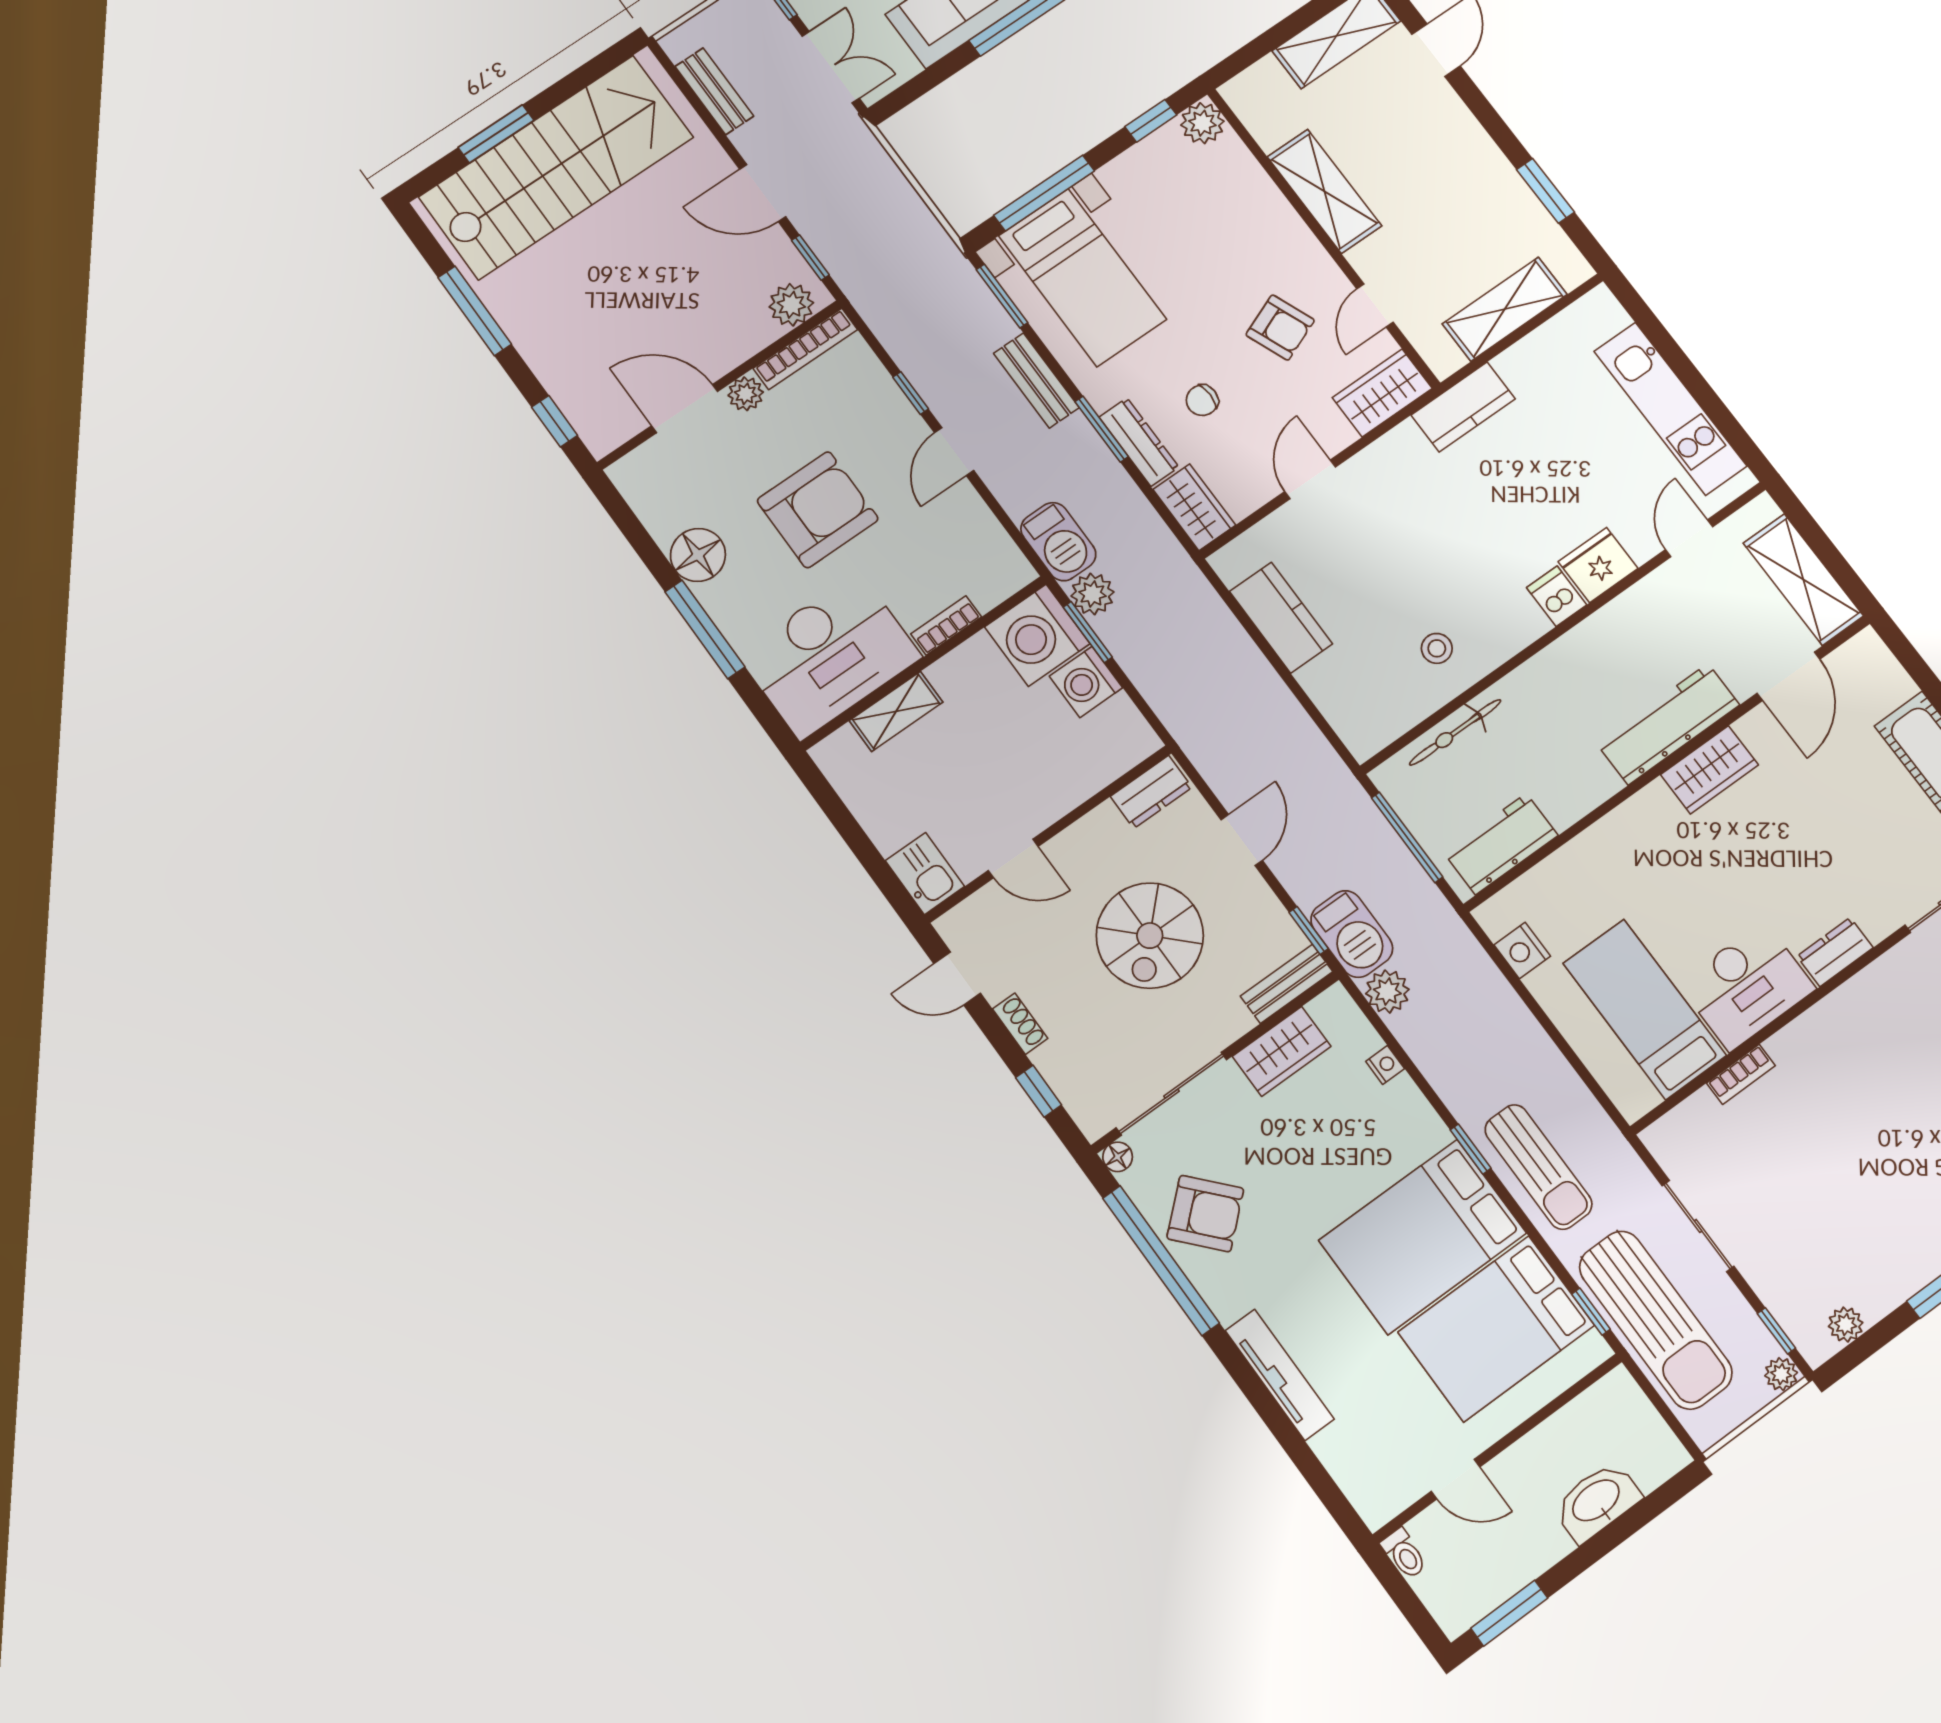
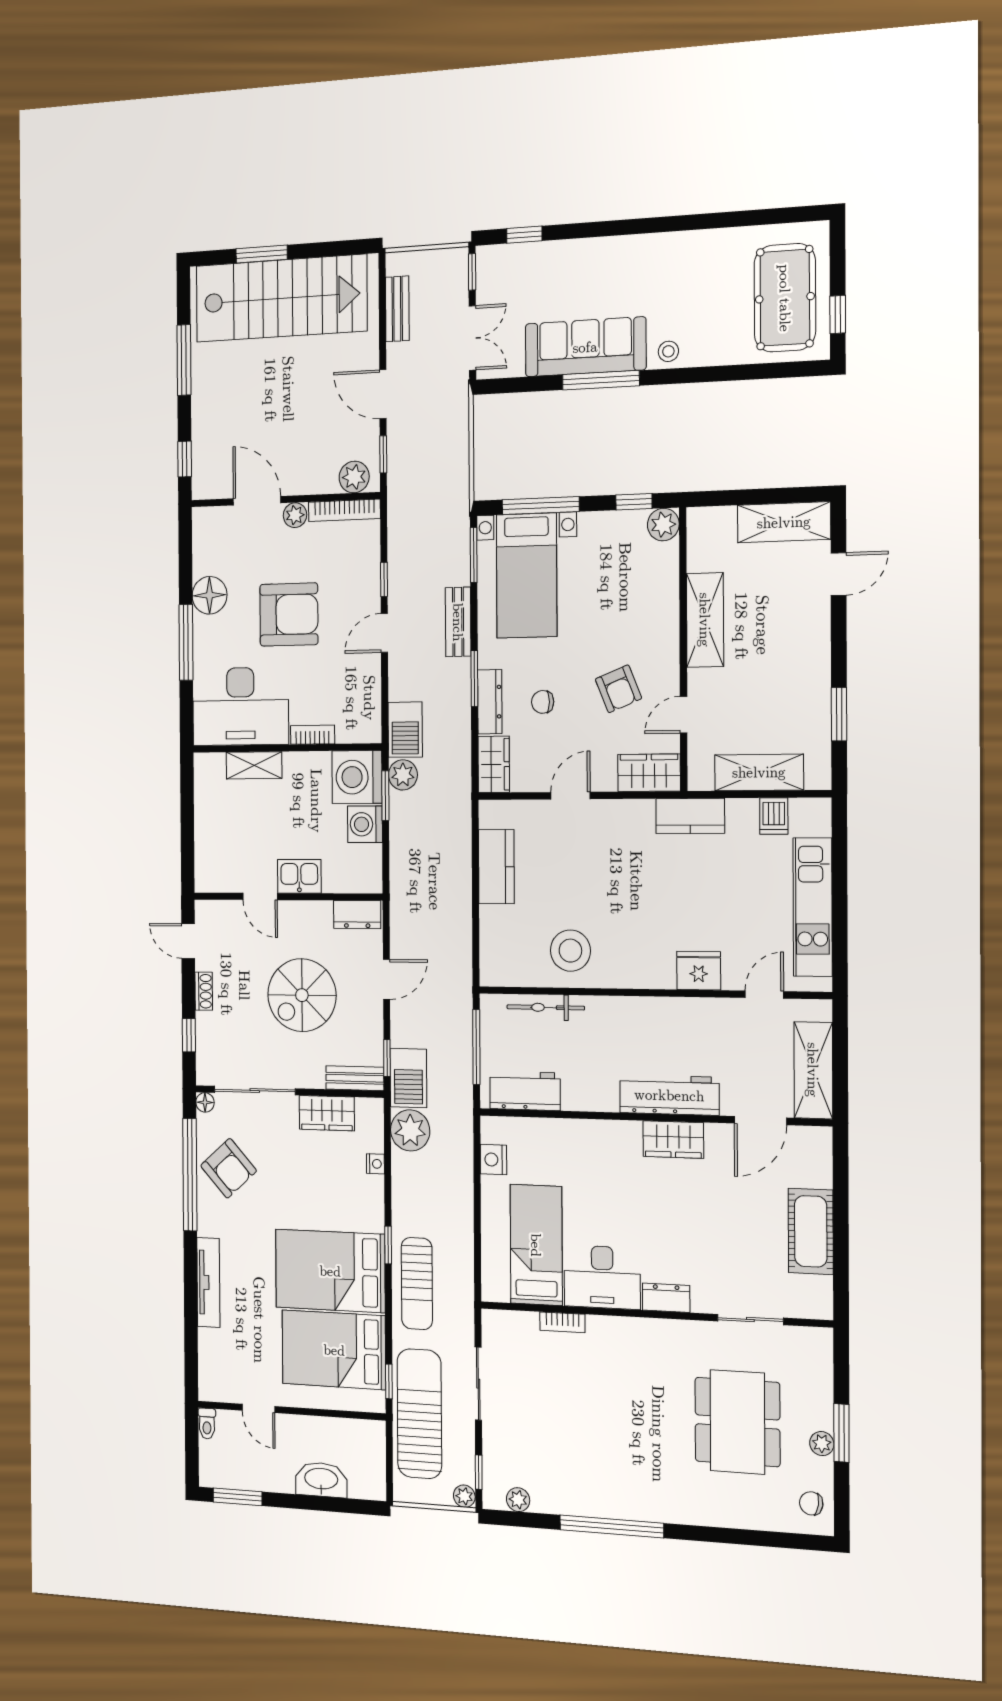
dishwasher: (1557, 596) -> (774, 816), moved, turned 180
stool: (1437, 648) -> (570, 951), width x1.89, depth x1.89
kitchen sink: (925, 874) -> (299, 876), moved, turned -90
plant: (1387, 991) -> (410, 1130), width x1.36, depth x1.36
sun lounger: (1656, 1320) -> (419, 1414), turned 180

